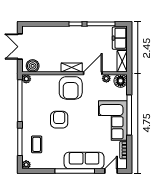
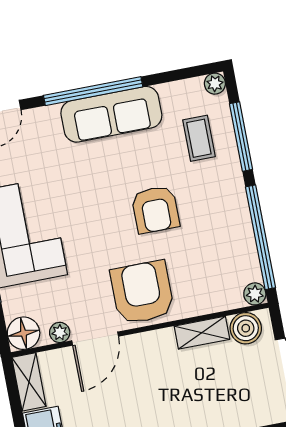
shelving: (72, 67) -> (202, 333), moved
sofa: (84, 160) -> (111, 114), moved

